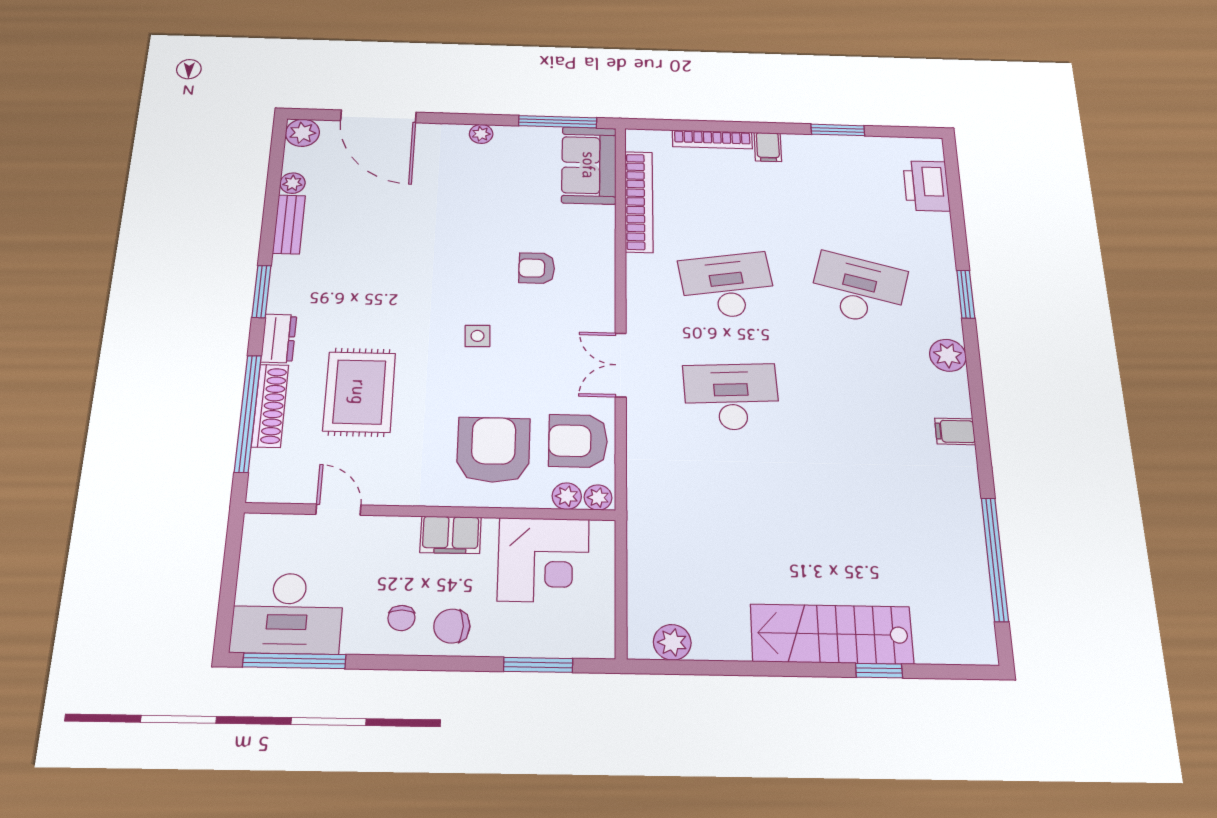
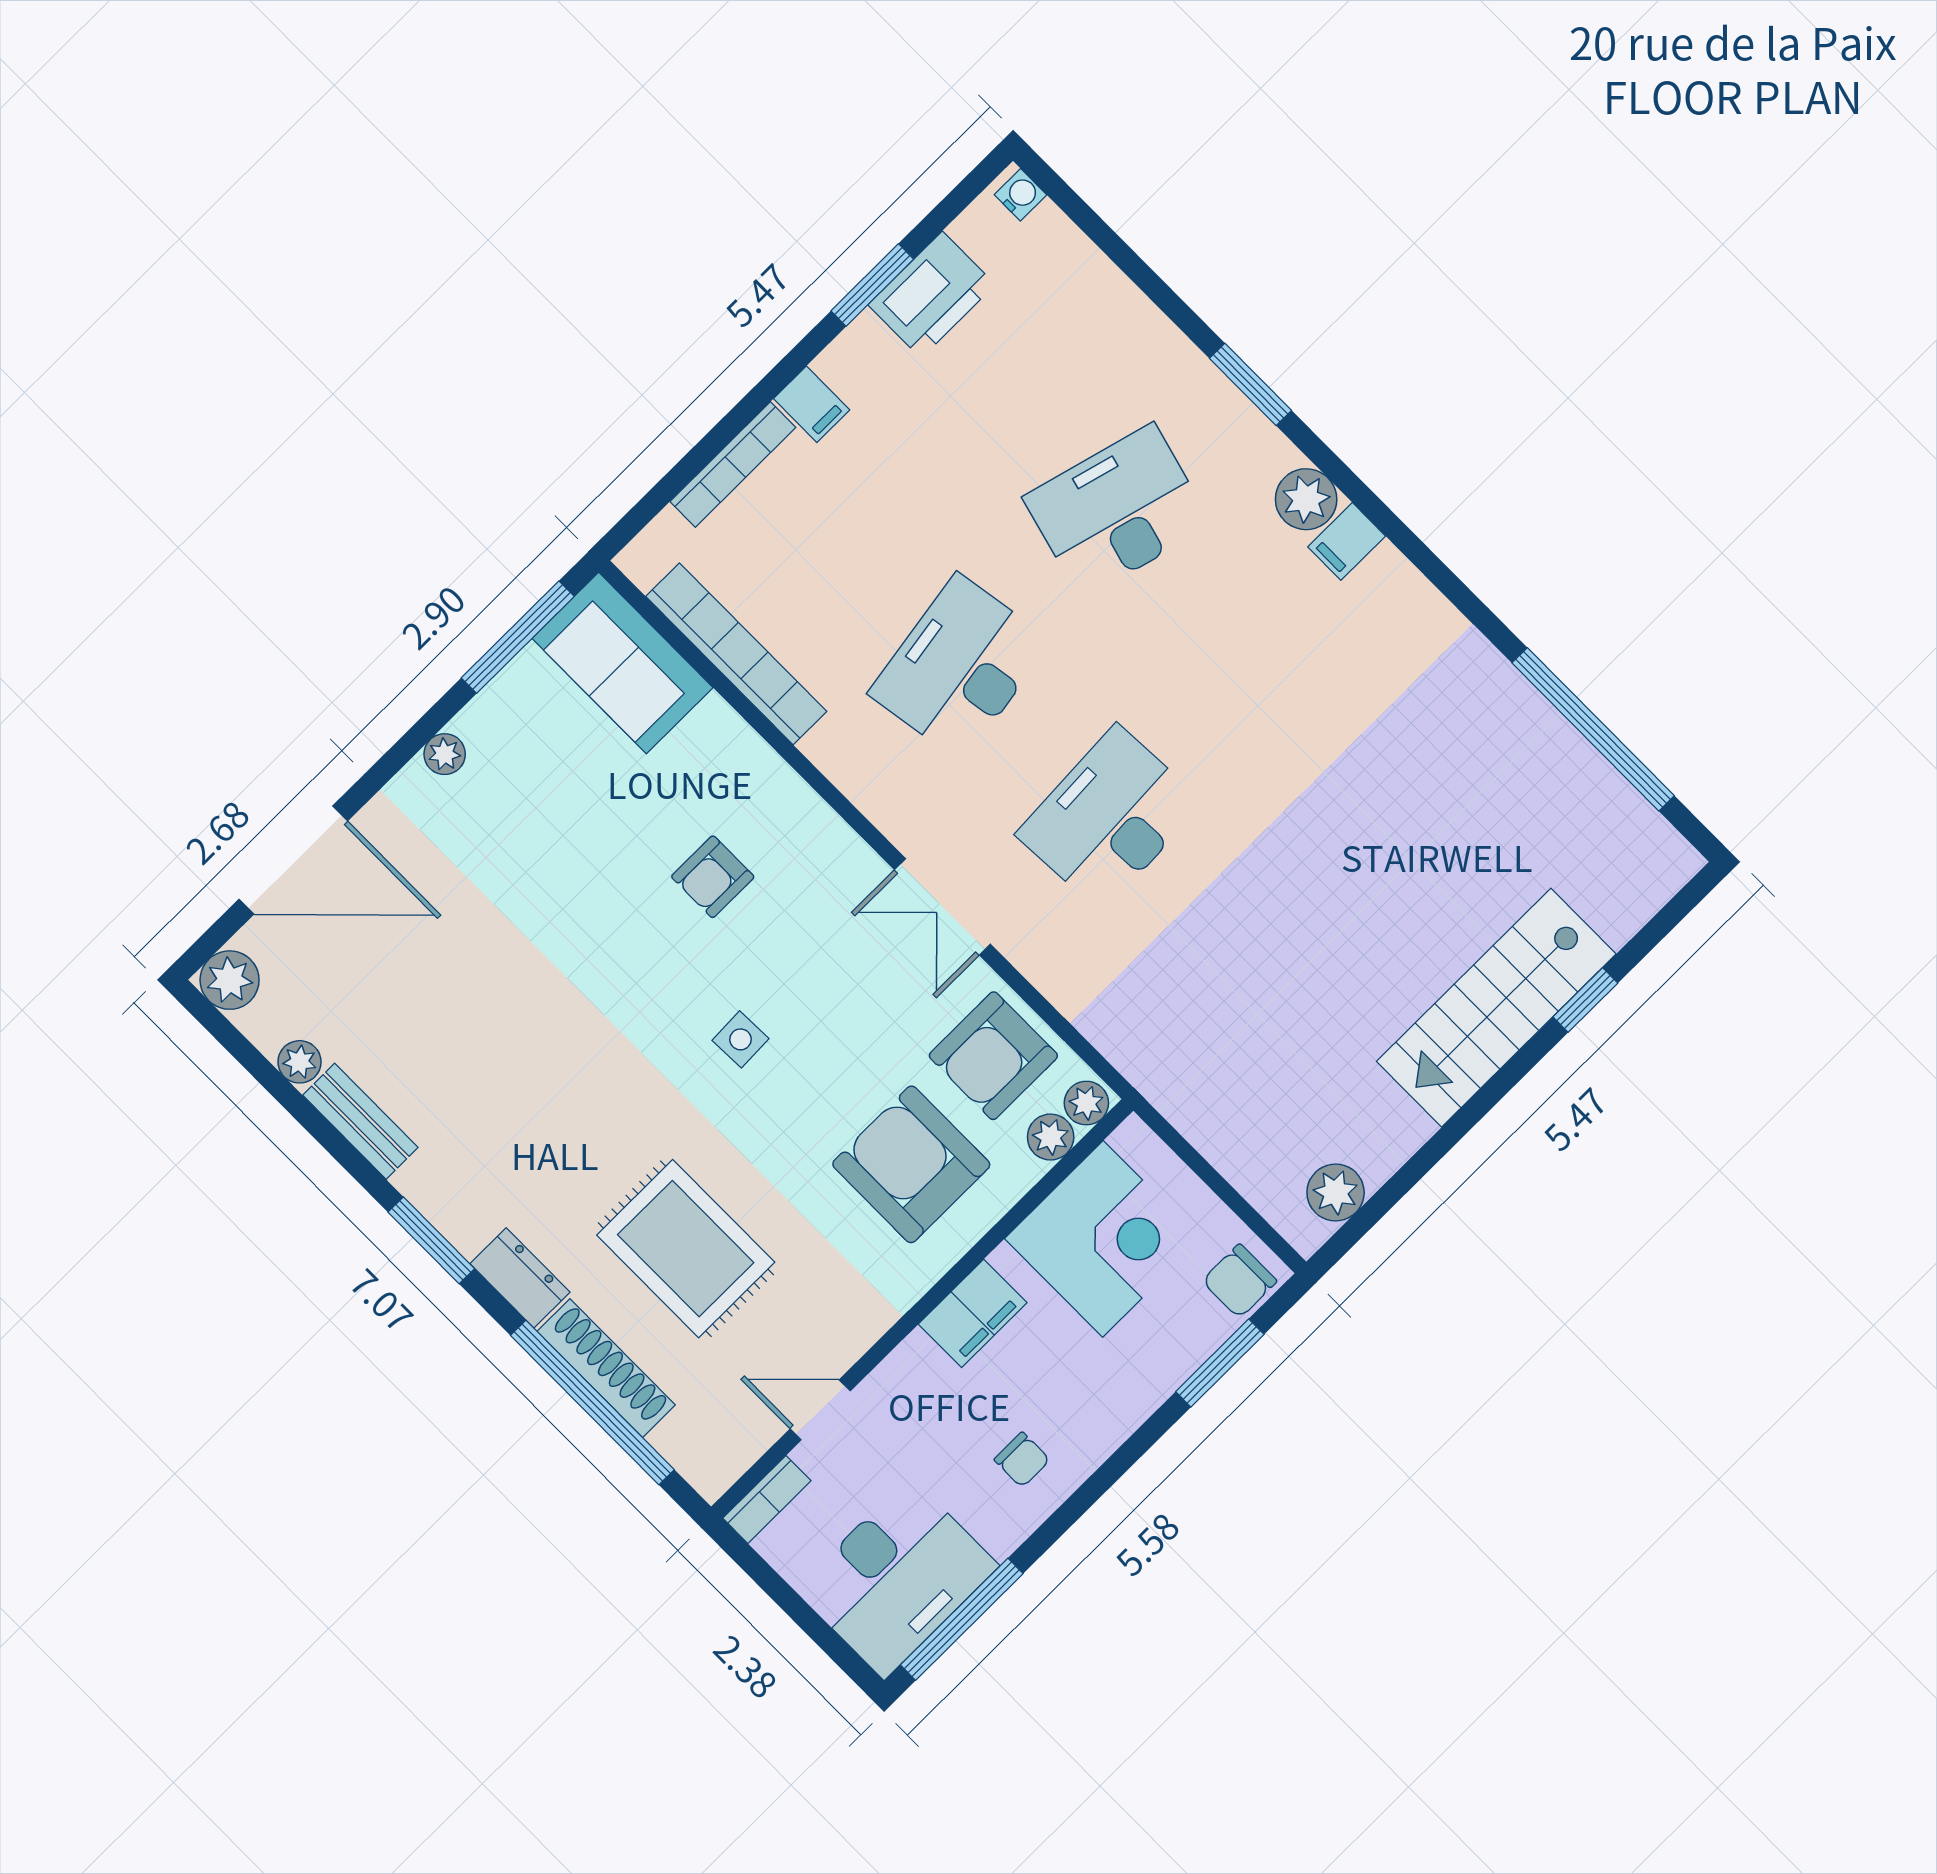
water cooler: (934, 151) -> (1020, 195), added
printer: (926, 186) -> (932, 295), moved, turned -90
filing cabinet: (955, 431) -> (1347, 541), moved
bookcase: (272, 524) -> (767, 1499), added
chair: (452, 626) -> (1239, 1281), moved

